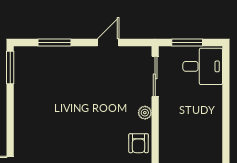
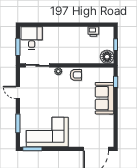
corner sofa: (40, 93) -> (47, 132), added

